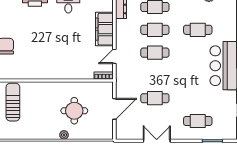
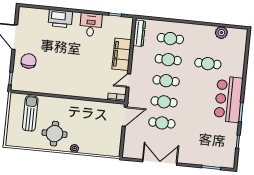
door: (114, 109) -> (125, 117), moved
round table: (74, 111) -> (54, 134), moved
cafe table: (198, 121) -> (164, 102), moved
double door: (157, 141) -> (160, 162), width x1.37

